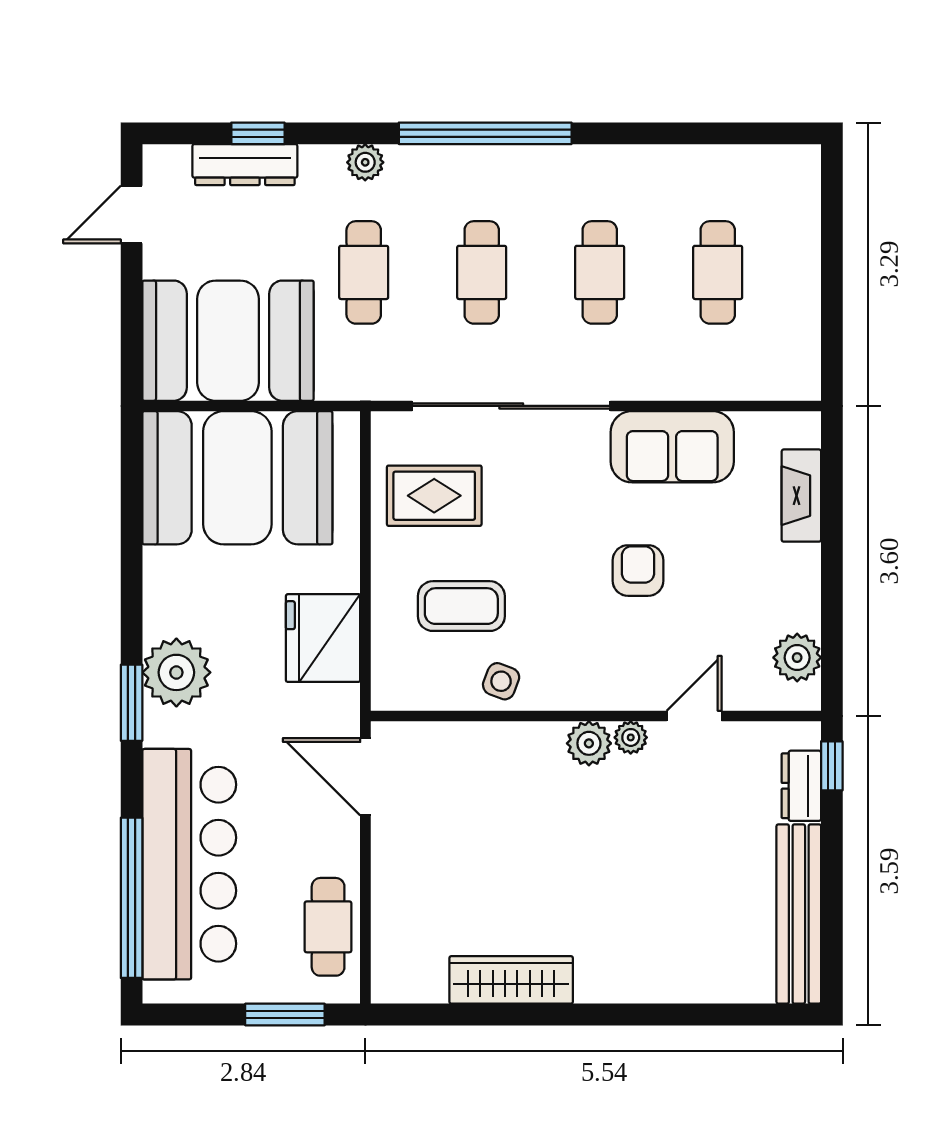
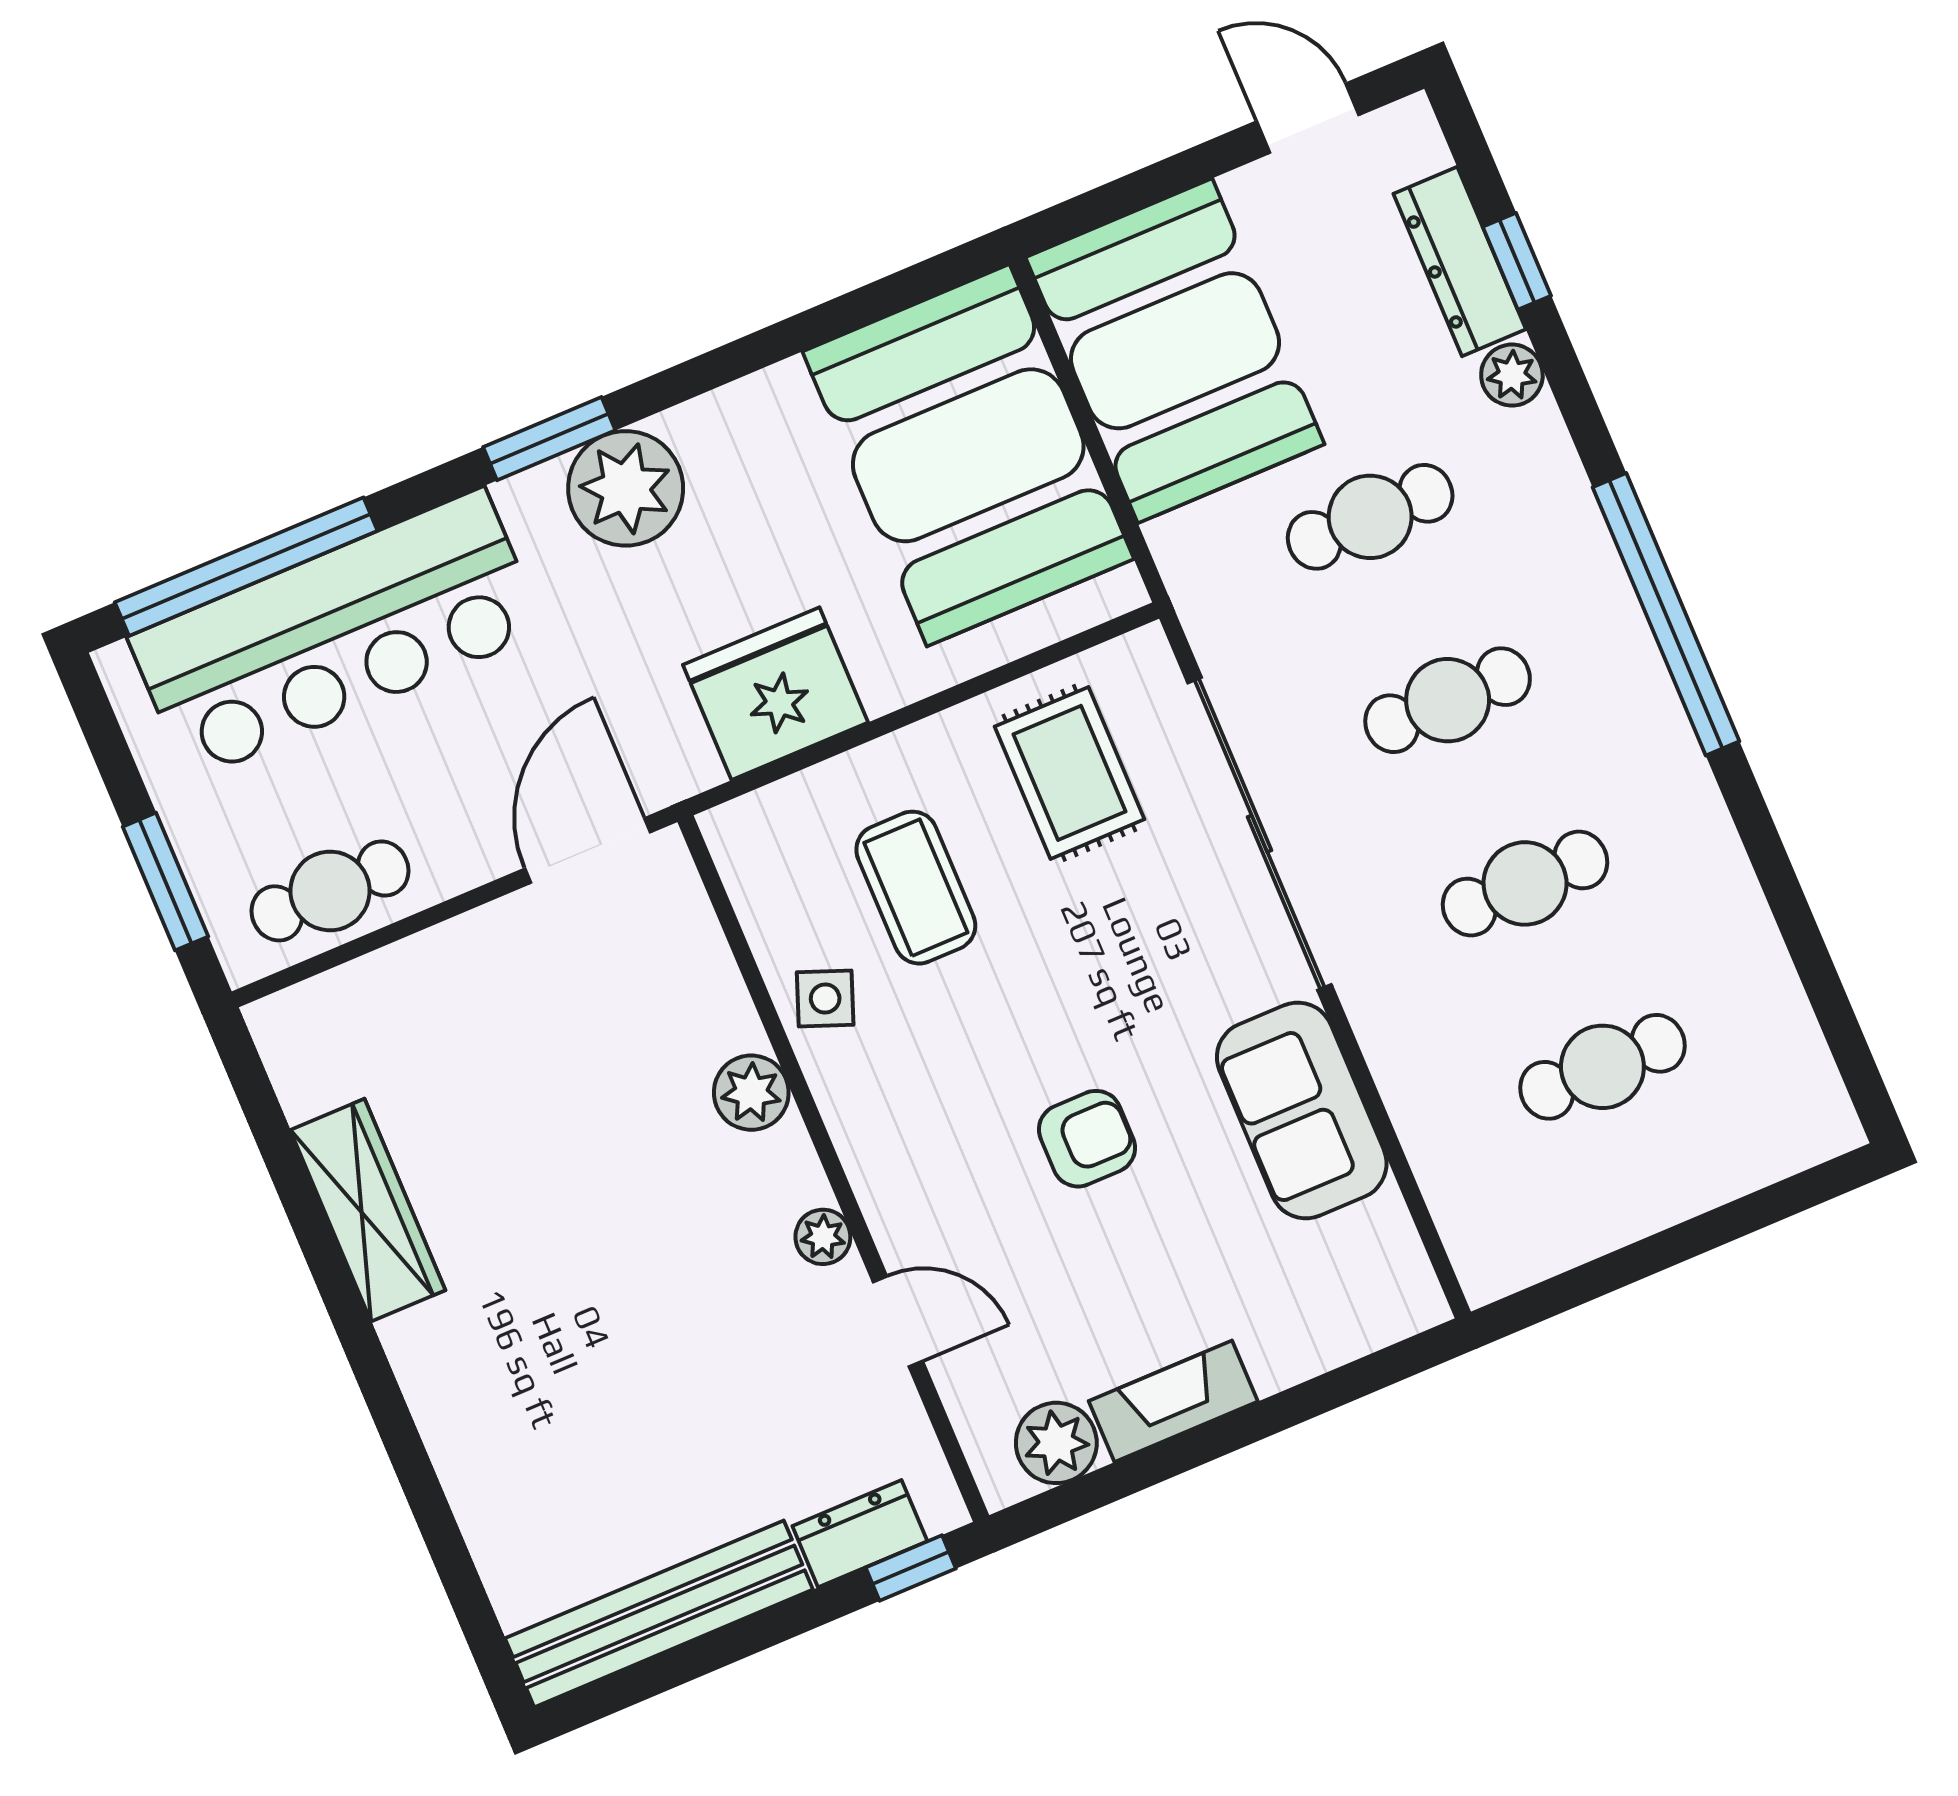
plant: (365, 162) -> (1512, 375), moved
fireplace: (801, 496) -> (1173, 1401), moved
plant: (589, 743) -> (751, 1093), moved

